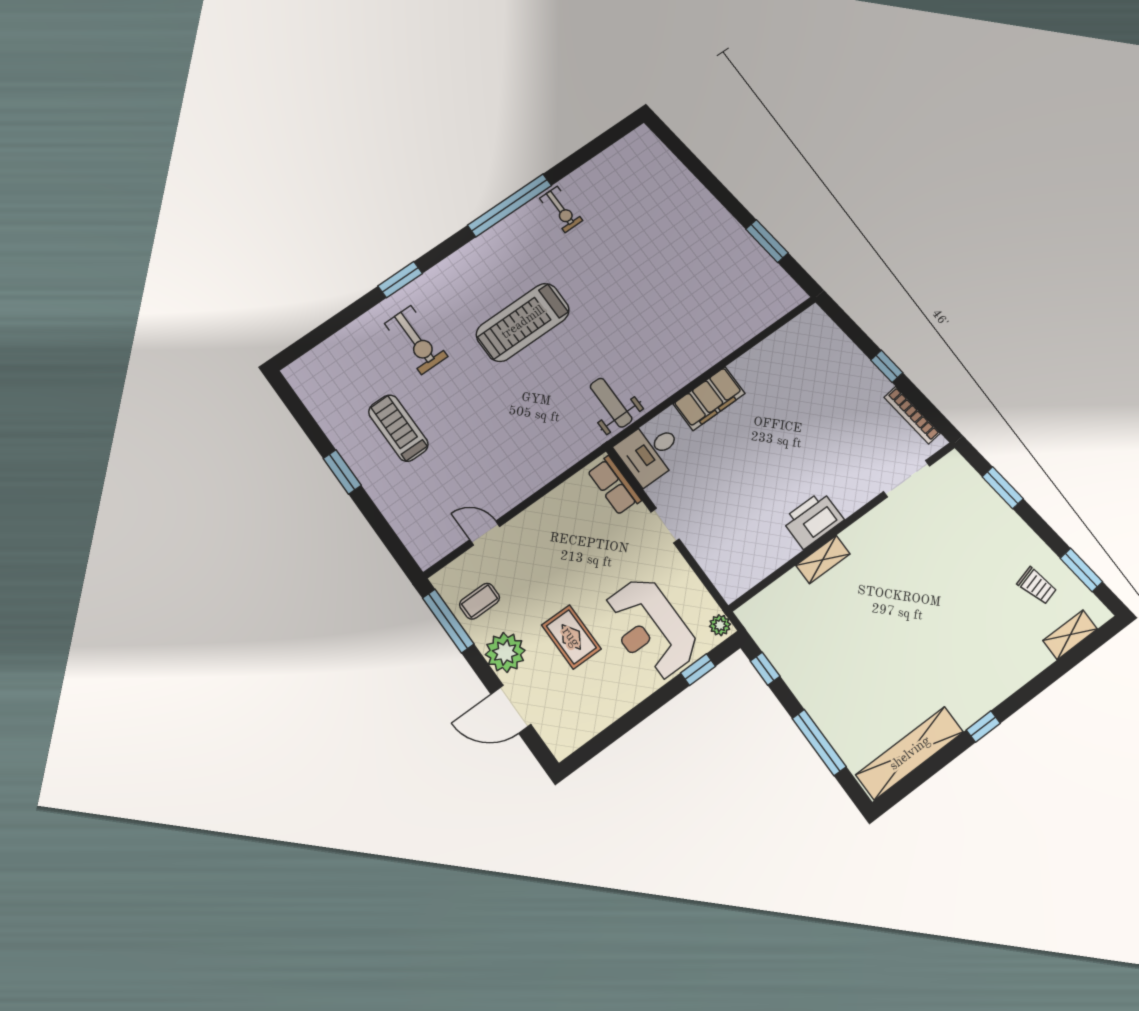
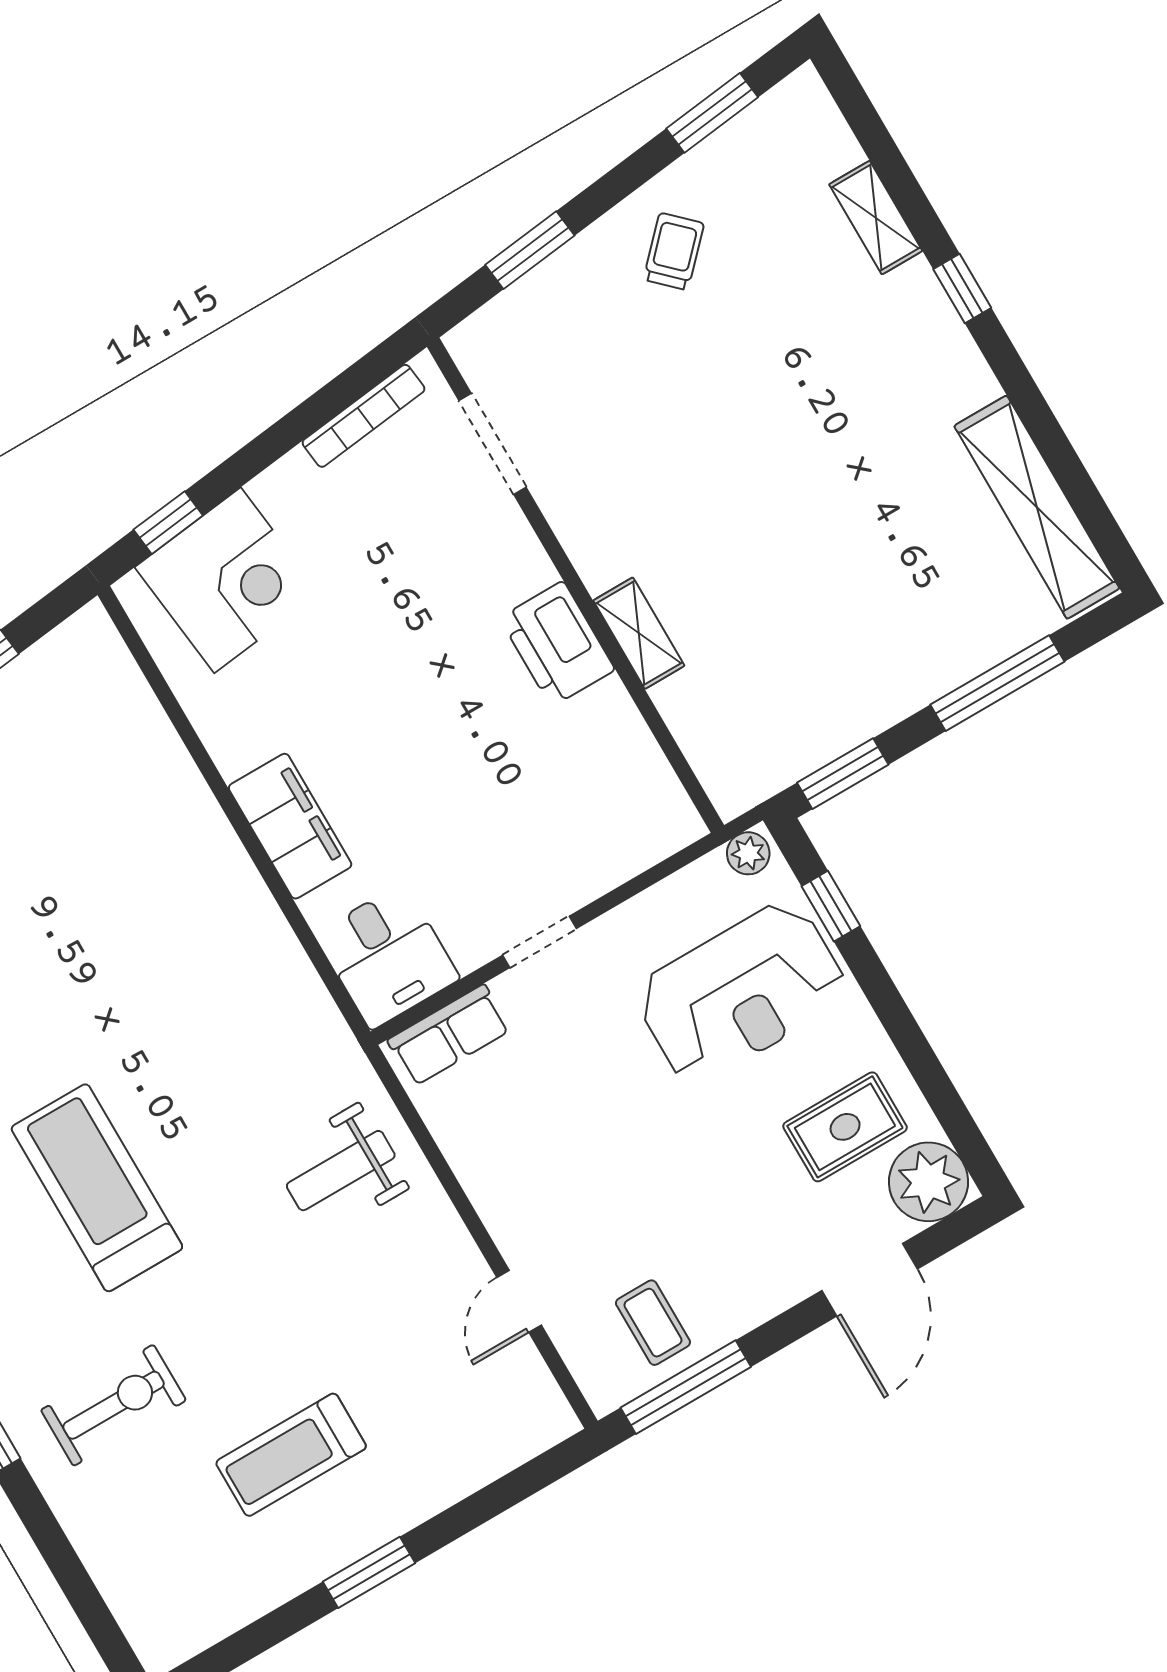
treadmill: (523, 322) -> (97, 1188), turned 180
corner desk: (825, 358) -> (228, 580), added
window: (887, 366) -> (168, 523), moved
weight bench: (611, 403) -> (341, 1171), moved
trolley: (1037, 586) -> (674, 251), moved, turned -31
shelving: (1070, 635) -> (876, 218), moved
rug: (571, 637) -> (845, 1127), moved
plant: (505, 652) -> (928, 1182), moved
window: (765, 669) -> (843, 774), width x1.50
window: (983, 727) -> (962, 288), moved

